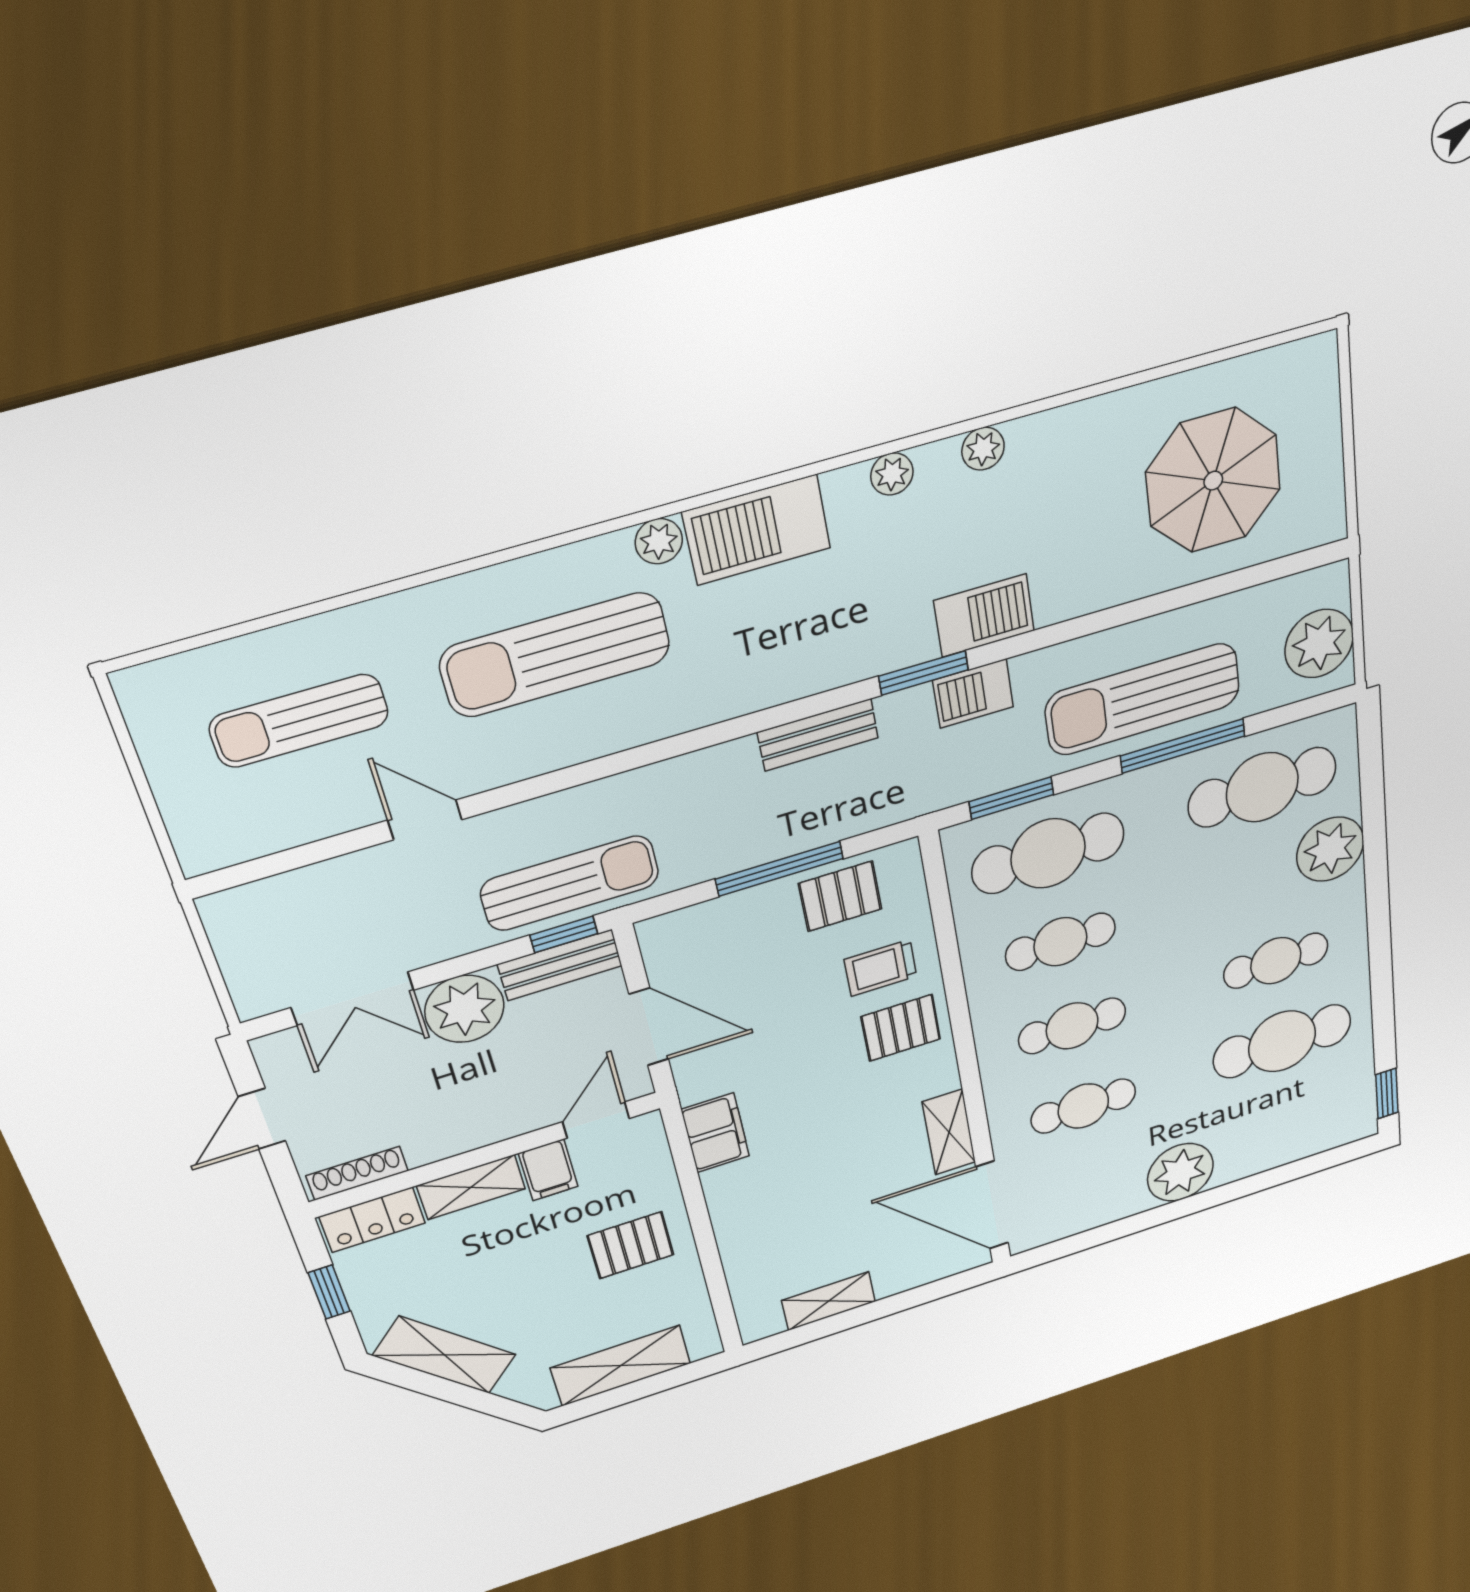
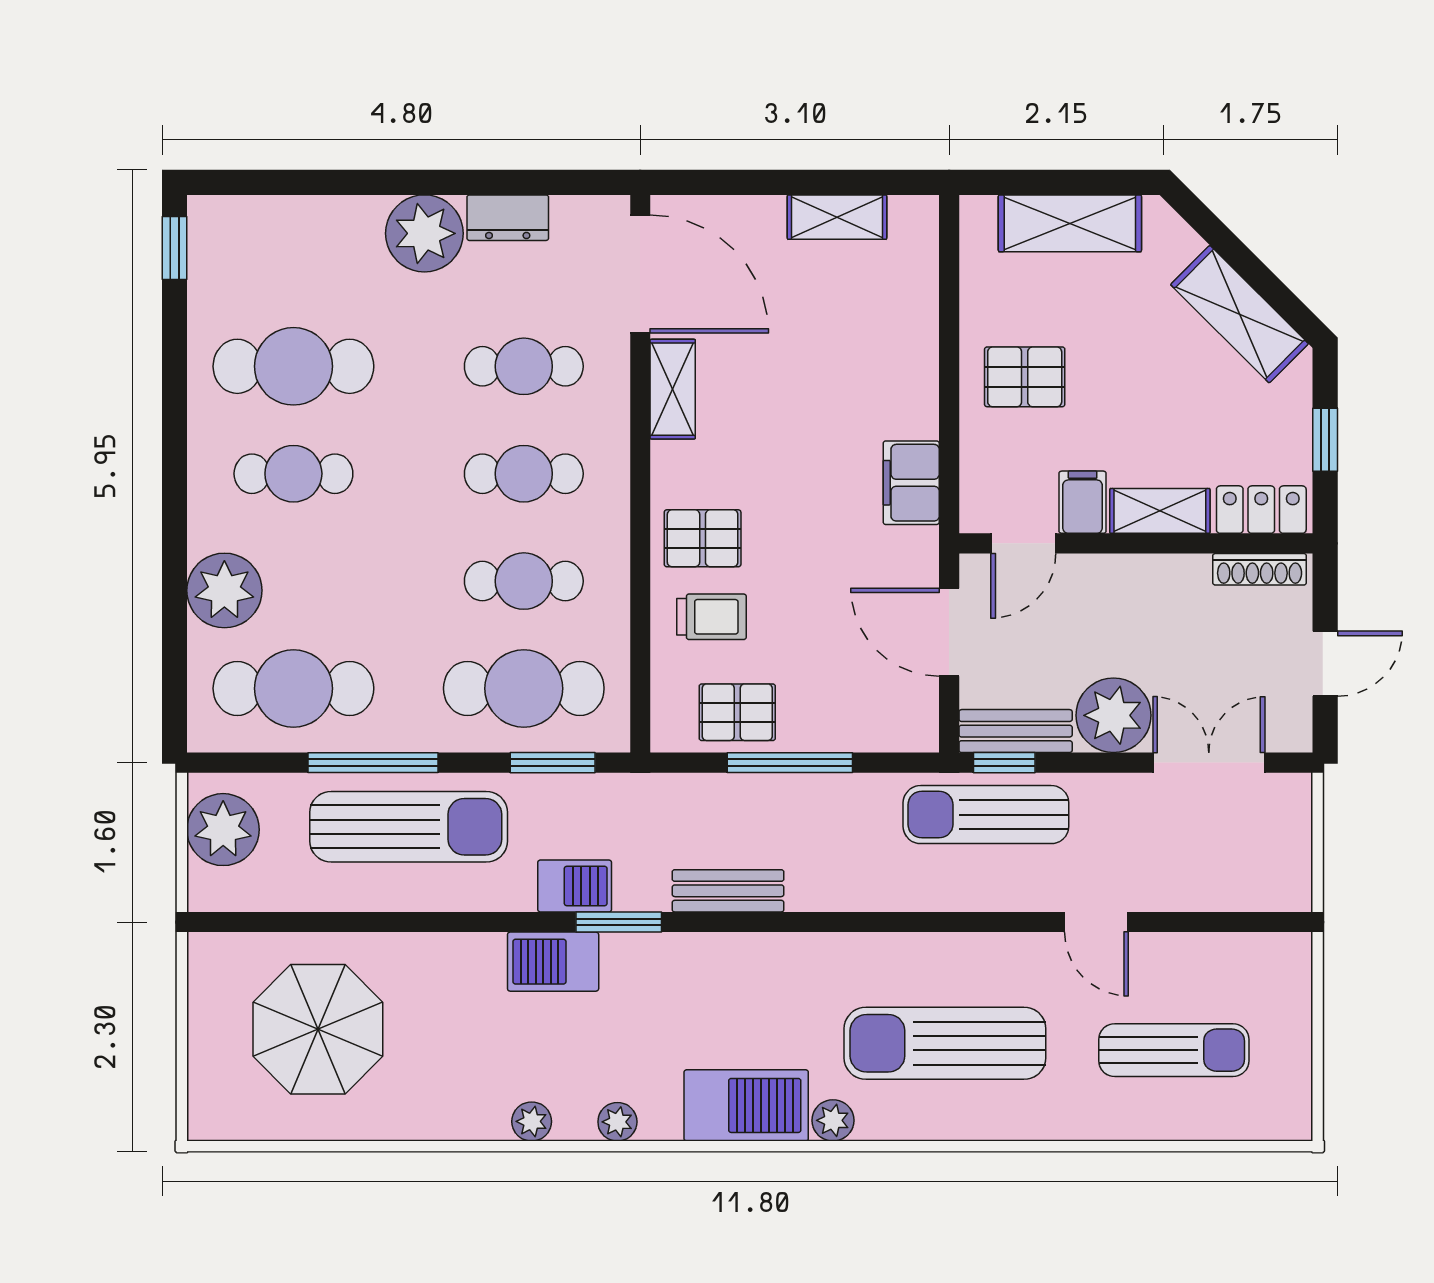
sun lounger: (555, 655) -> (945, 1043), turned 180
dresser: (1112, 1207) -> (508, 218), added

